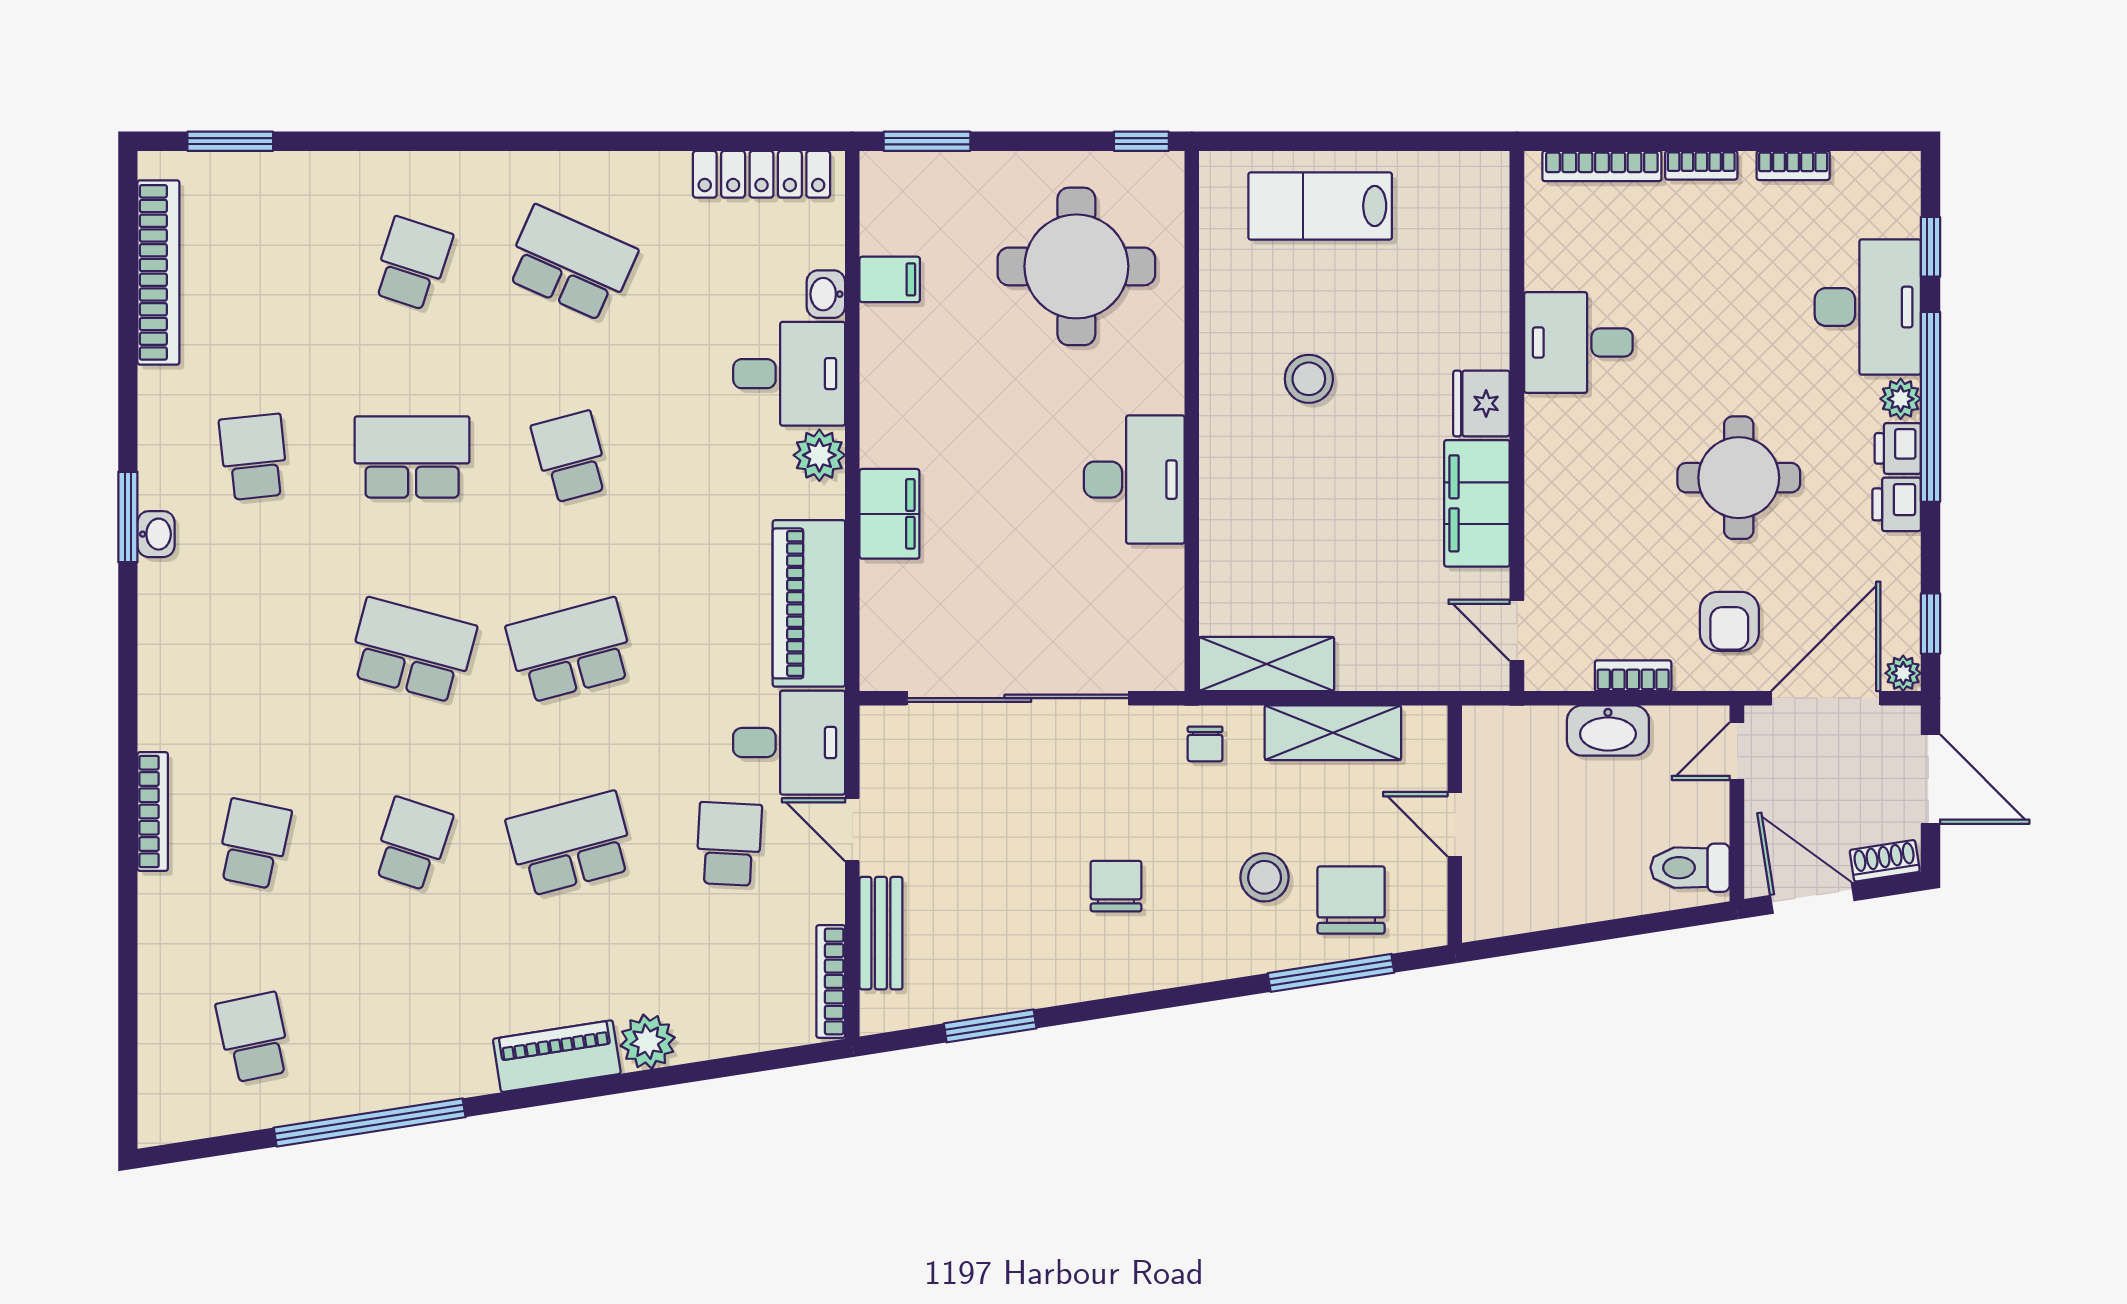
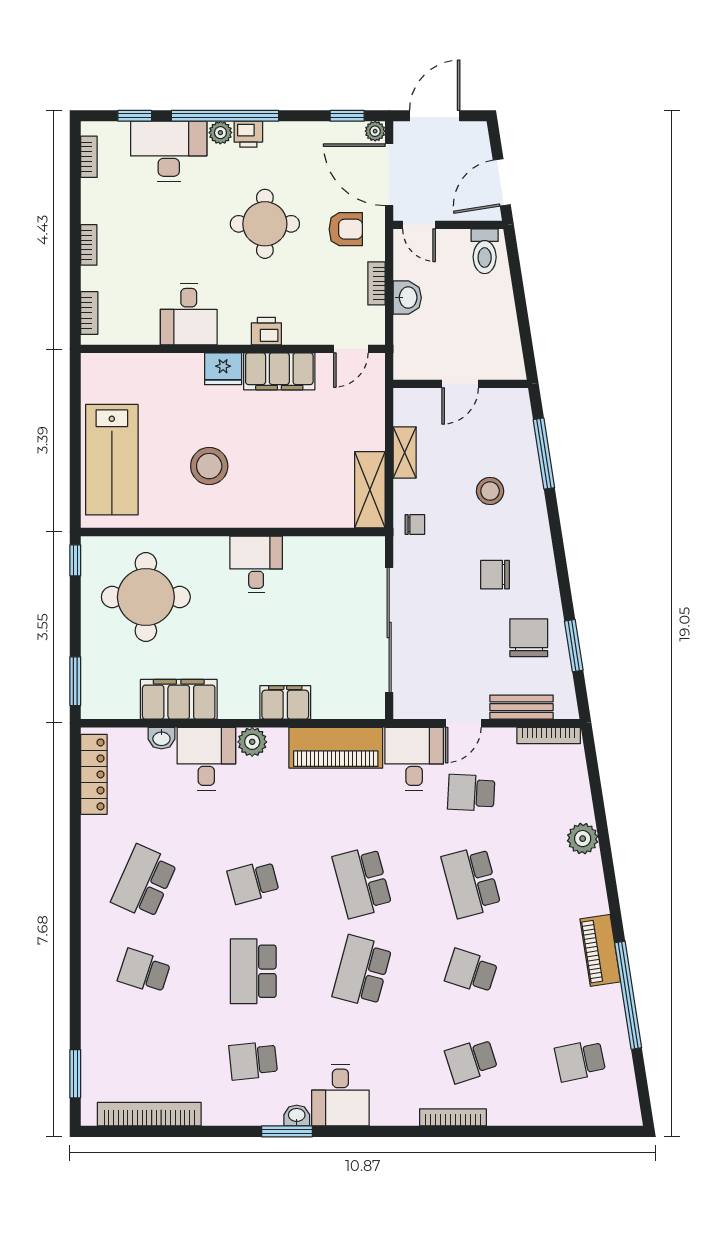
bookcase: (1793, 165) -> (89, 157), moved
bookcase: (1602, 166) -> (89, 313), width x0.64
lab bench: (1320, 206) -> (112, 460), width x1.36, depth x1.39
filing cabinet: (890, 279) -> (179, 699), width x3.00, depth x1.17
stool: (1309, 379) -> (209, 466), width x1.38, depth x1.38
desk: (1134, 480) -> (256, 564), width x0.73
printer: (1897, 504) -> (266, 331), moved, turned 180
desk: (192, 612) -> (340, 1095), added
washbasin: (1608, 730) -> (407, 298), width x0.72
shelving: (1333, 733) -> (405, 452), width x0.67, depth x0.75
school desk: (254, 844) -> (471, 1061), turned -30
shoe rack: (1885, 861) -> (481, 142), removed
chair: (1351, 900) -> (529, 638), moved, turned 90
piano: (557, 1056) -> (600, 950), moved

